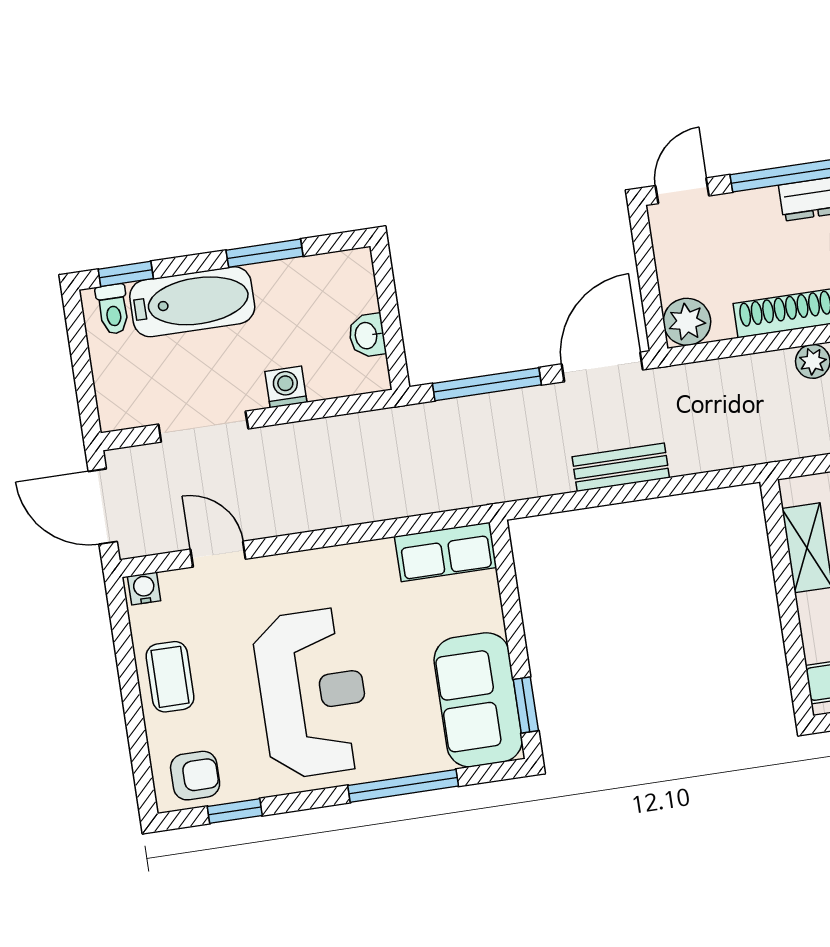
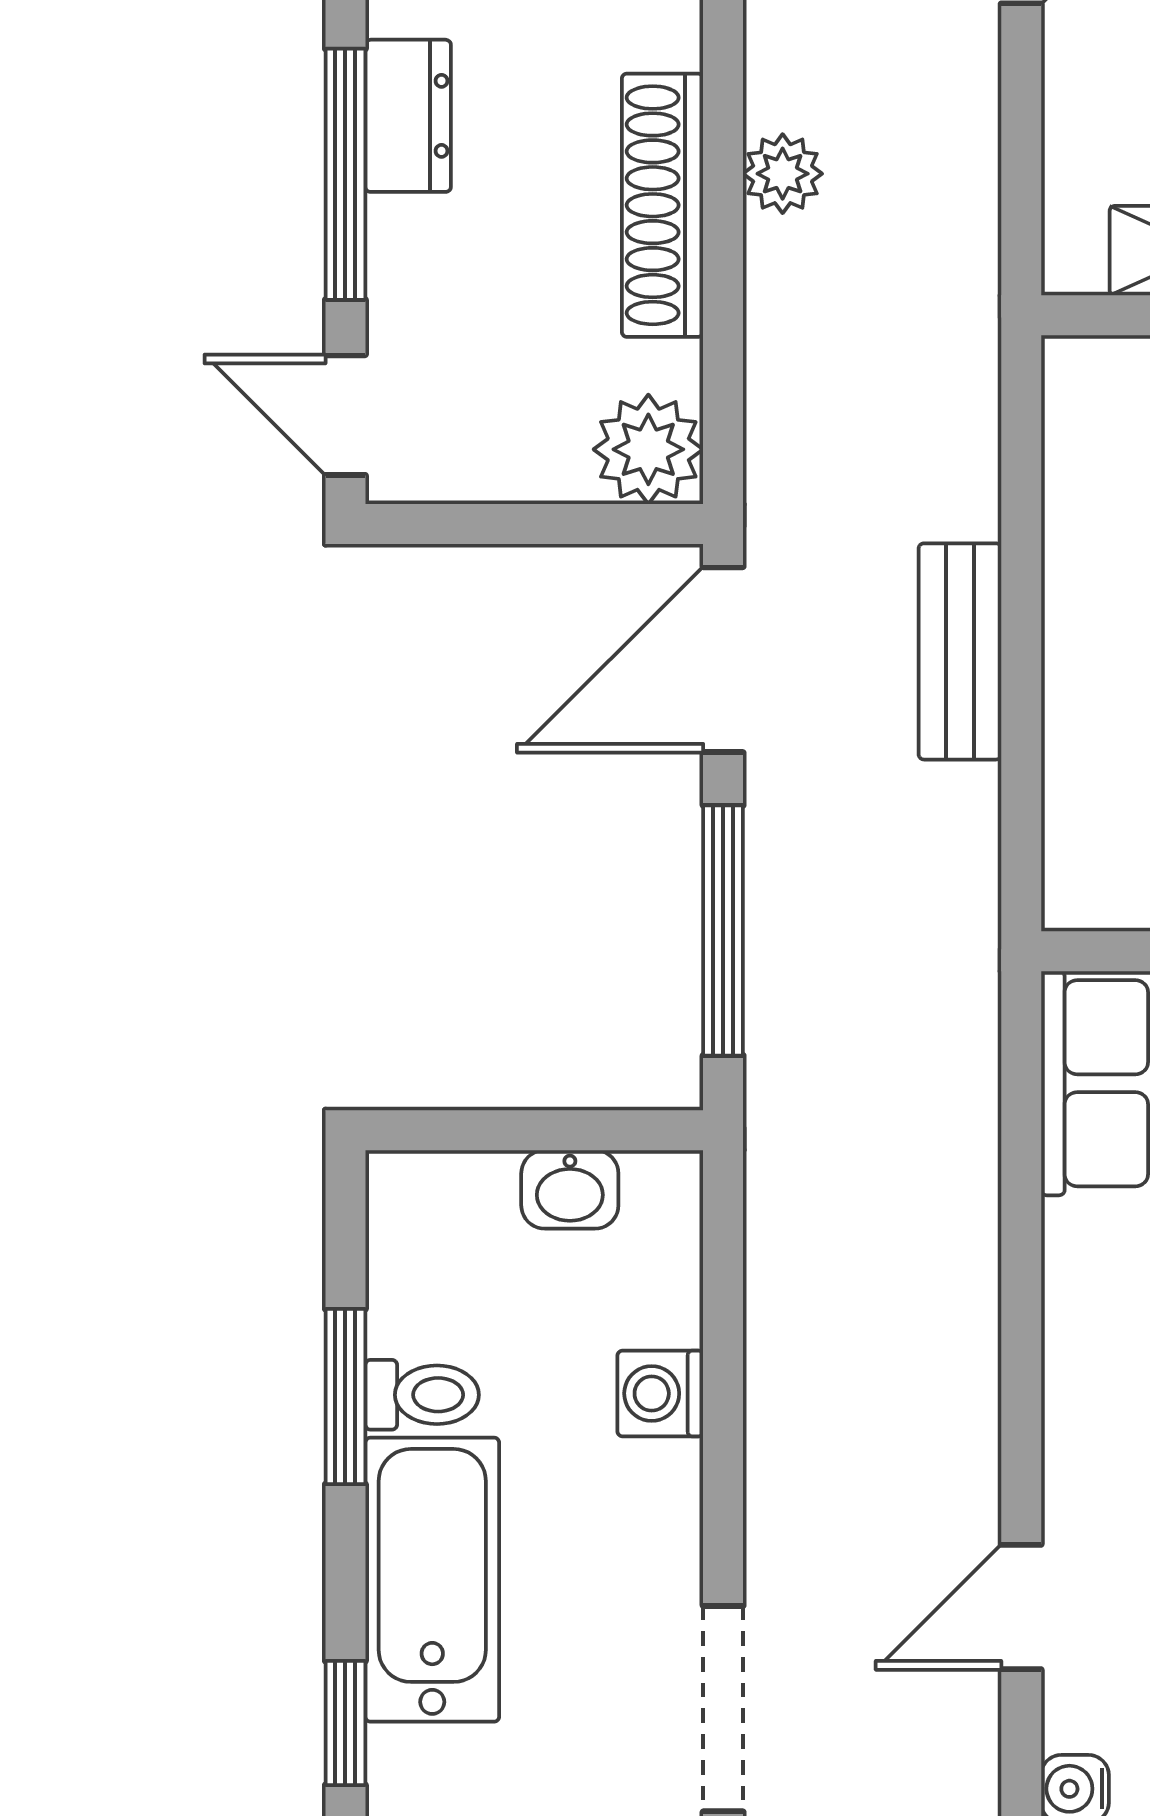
toilet: (113, 309) -> (422, 1395), moved
door: (602, 367) -> (723, 660), hinge flipped
doorway: (203, 427) -> (723, 1709), moved

